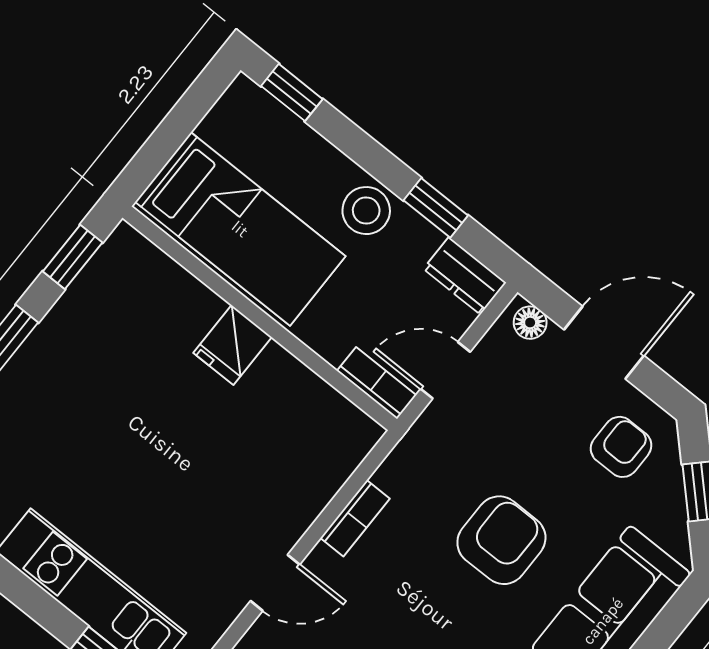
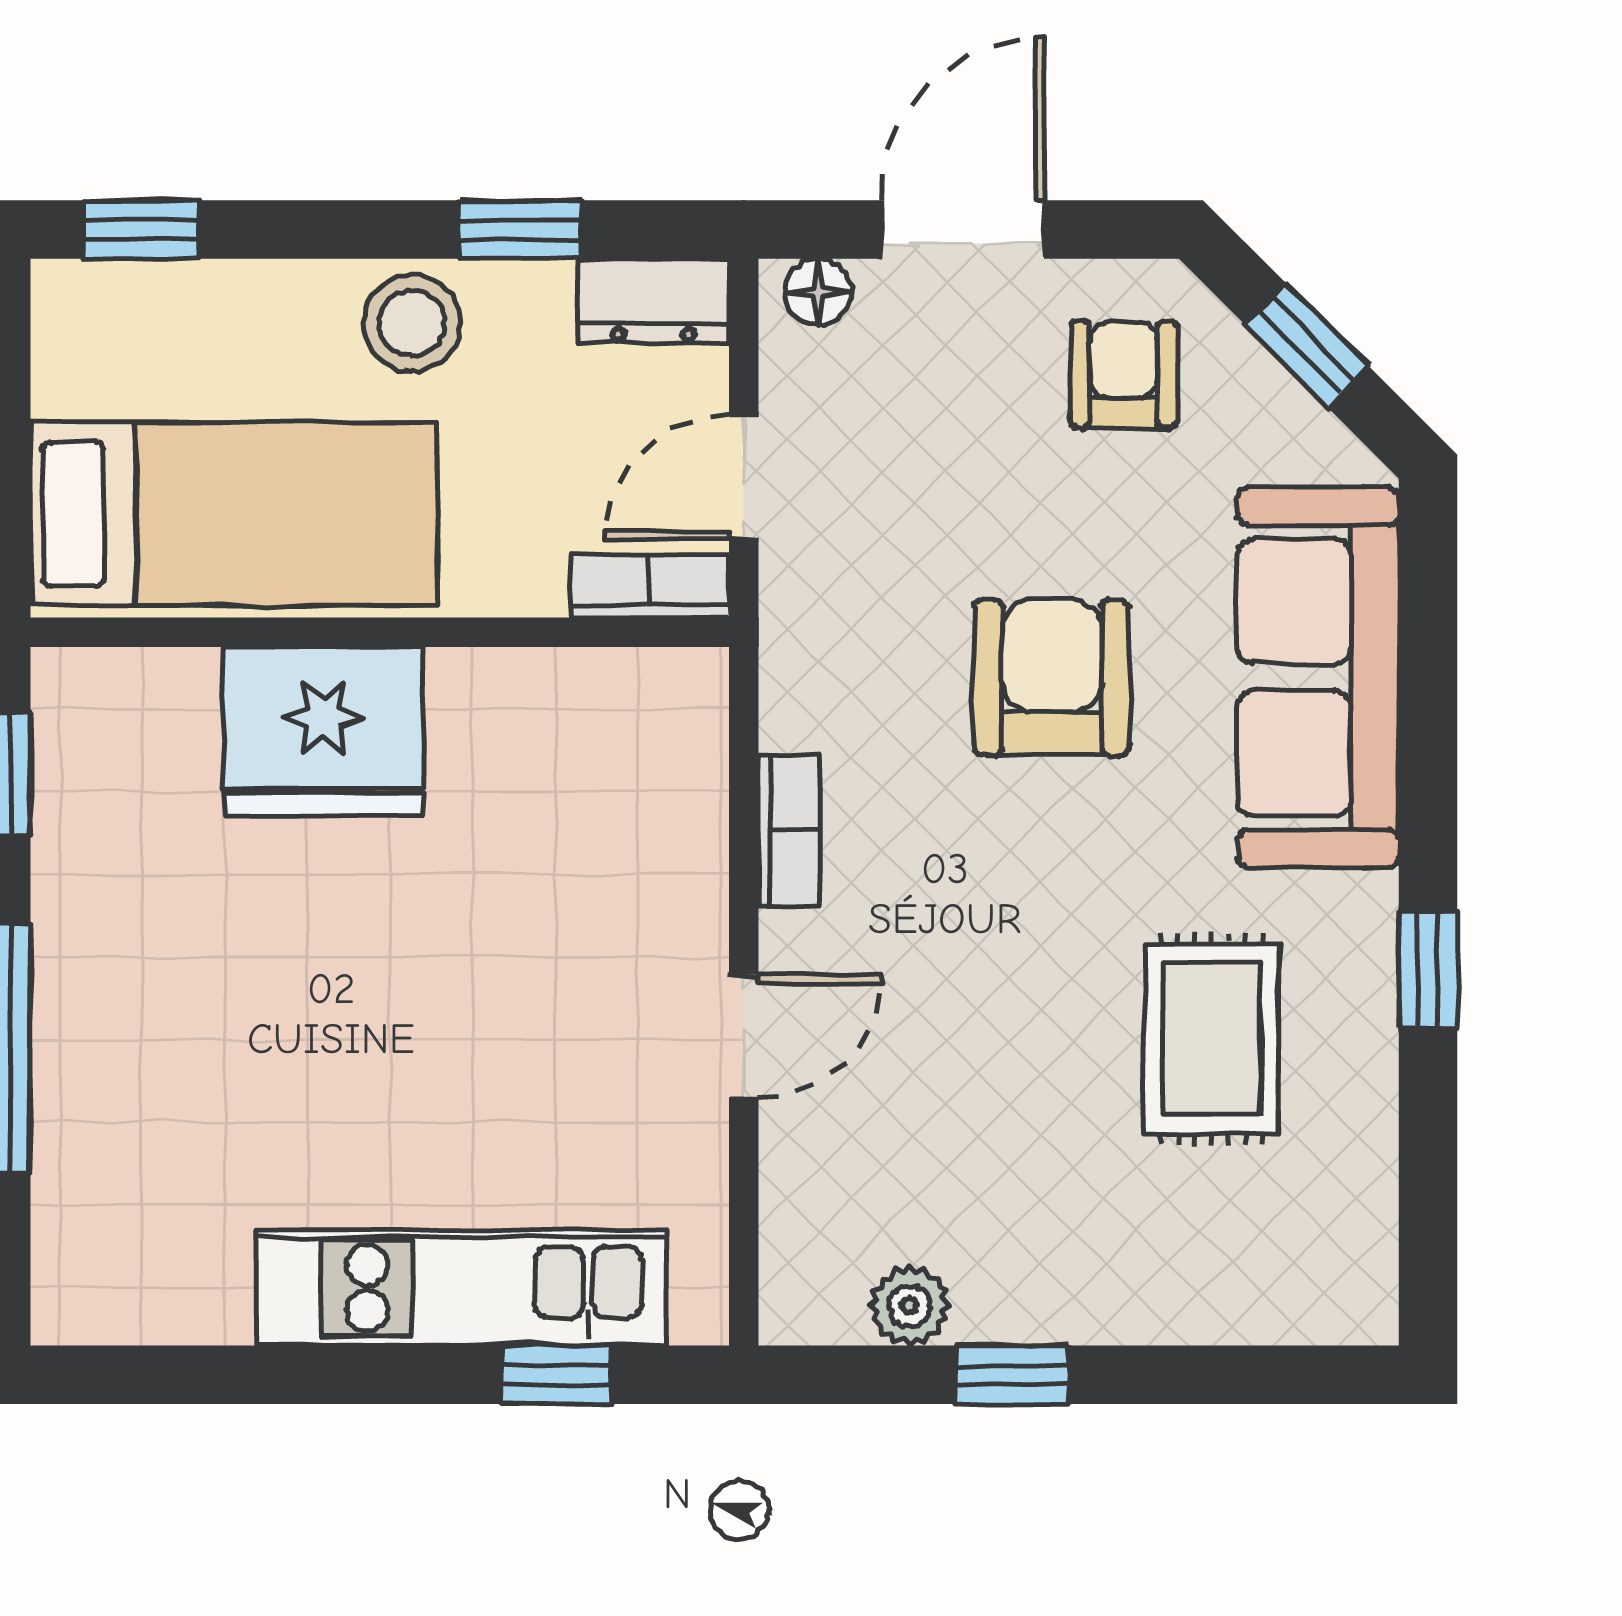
fridge: (232, 345) -> (323, 731), width x1.88, depth x1.34

